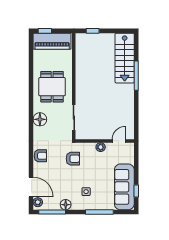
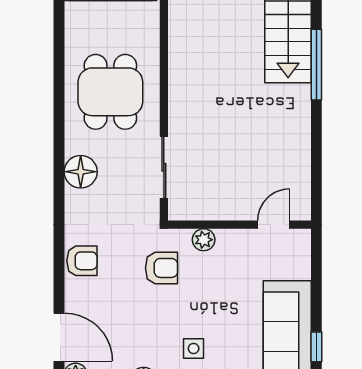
plant: (101, 147) -> (204, 240), moved

